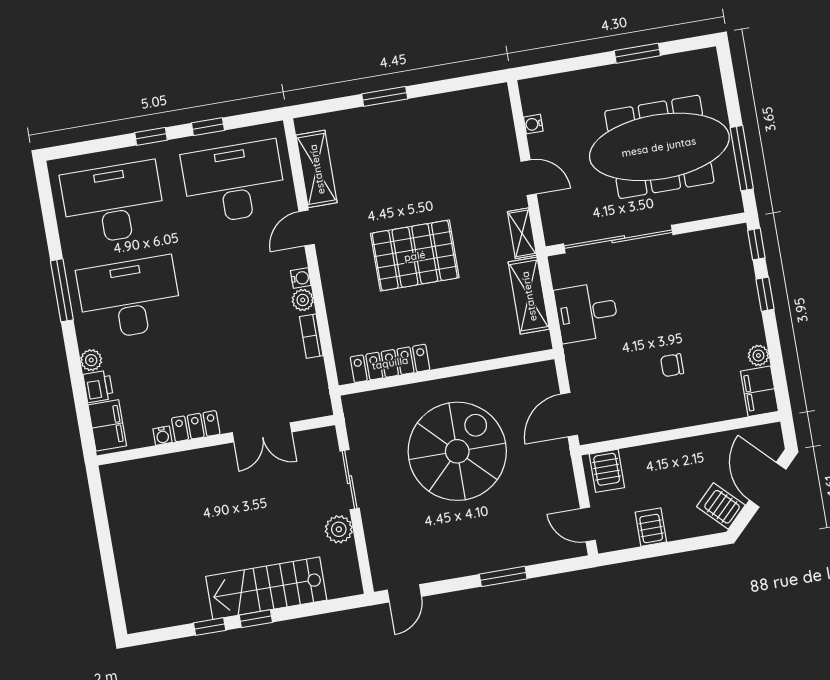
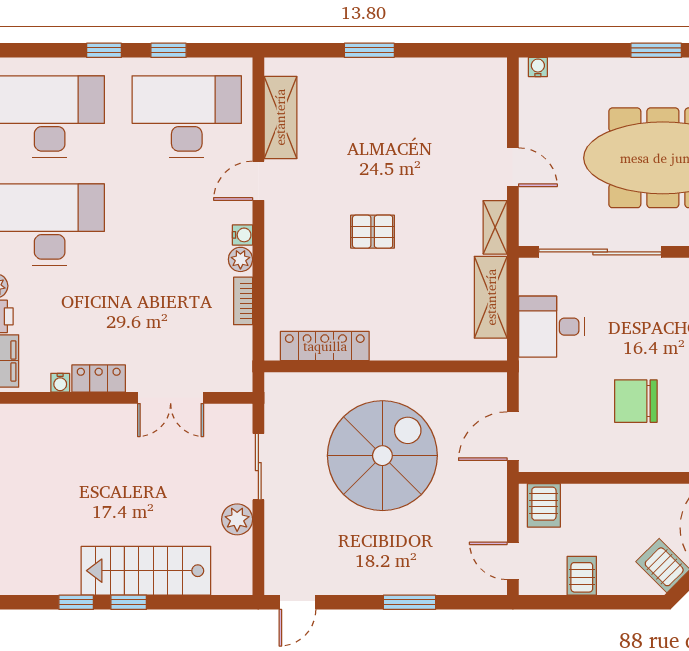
water cooler: (533, 124) -> (538, 67), moved, turned 90
pallet: (415, 256) -> (373, 232), width x0.49, depth x0.50
chair: (672, 365) -> (636, 401), width x1.87, depth x1.87

